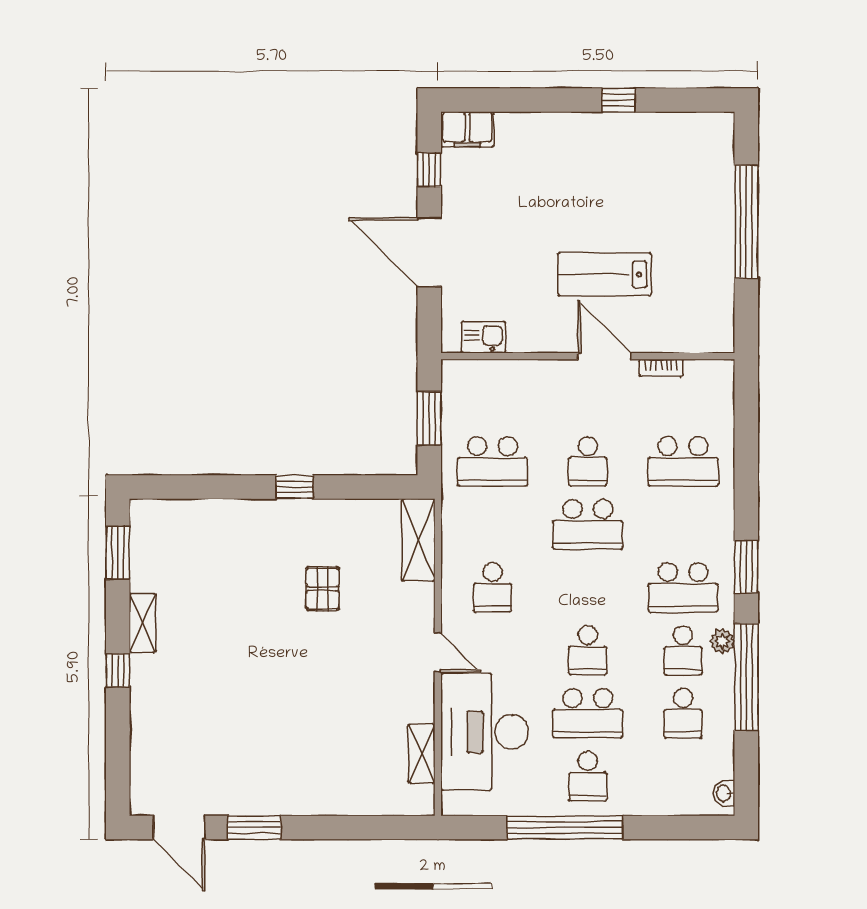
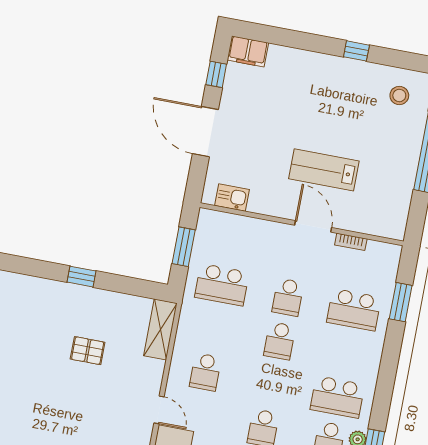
stool: (690, 151) -> (399, 95), added
school desk: (588, 524) -> (280, 341), width x0.54
window: (746, 567) -> (401, 302), moved
pallet: (323, 589) -> (88, 351), turned 90

